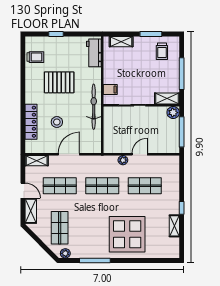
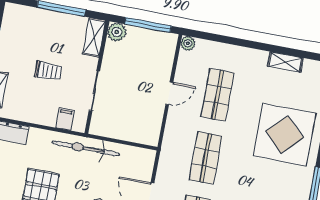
trolley: (162, 51) -> (48, 71), moved
door: (140, 154) -> (169, 93), swing flipped
plant: (123, 160) -> (188, 43), moved
window: (182, 208) -> (261, 46), removed

